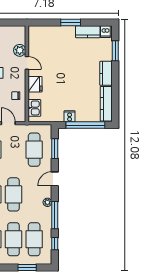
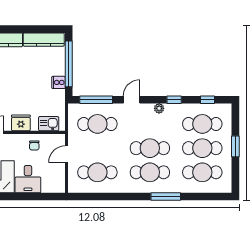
window: (55, 149) -> (96, 100), width x1.44
door: (55, 179) -> (132, 100), swing flipped
window: (55, 215) -> (174, 100), width x0.46
window: (27, 268) -> (235, 146), moved

